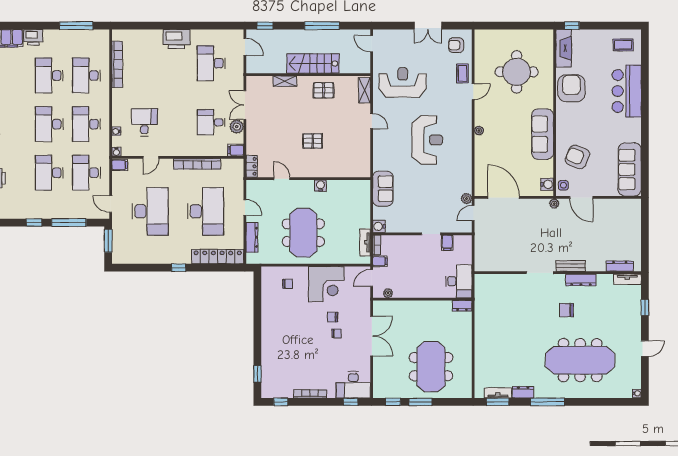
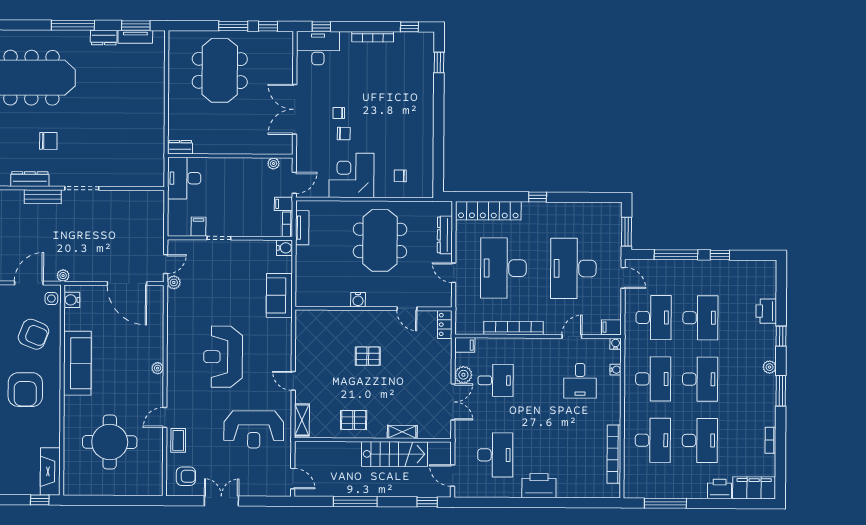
stairs: (313, 64) -> (394, 454), moved
armchair: (571, 88) -> (25, 390), moved
door: (581, 197) -> (29, 283), hinge flipped

